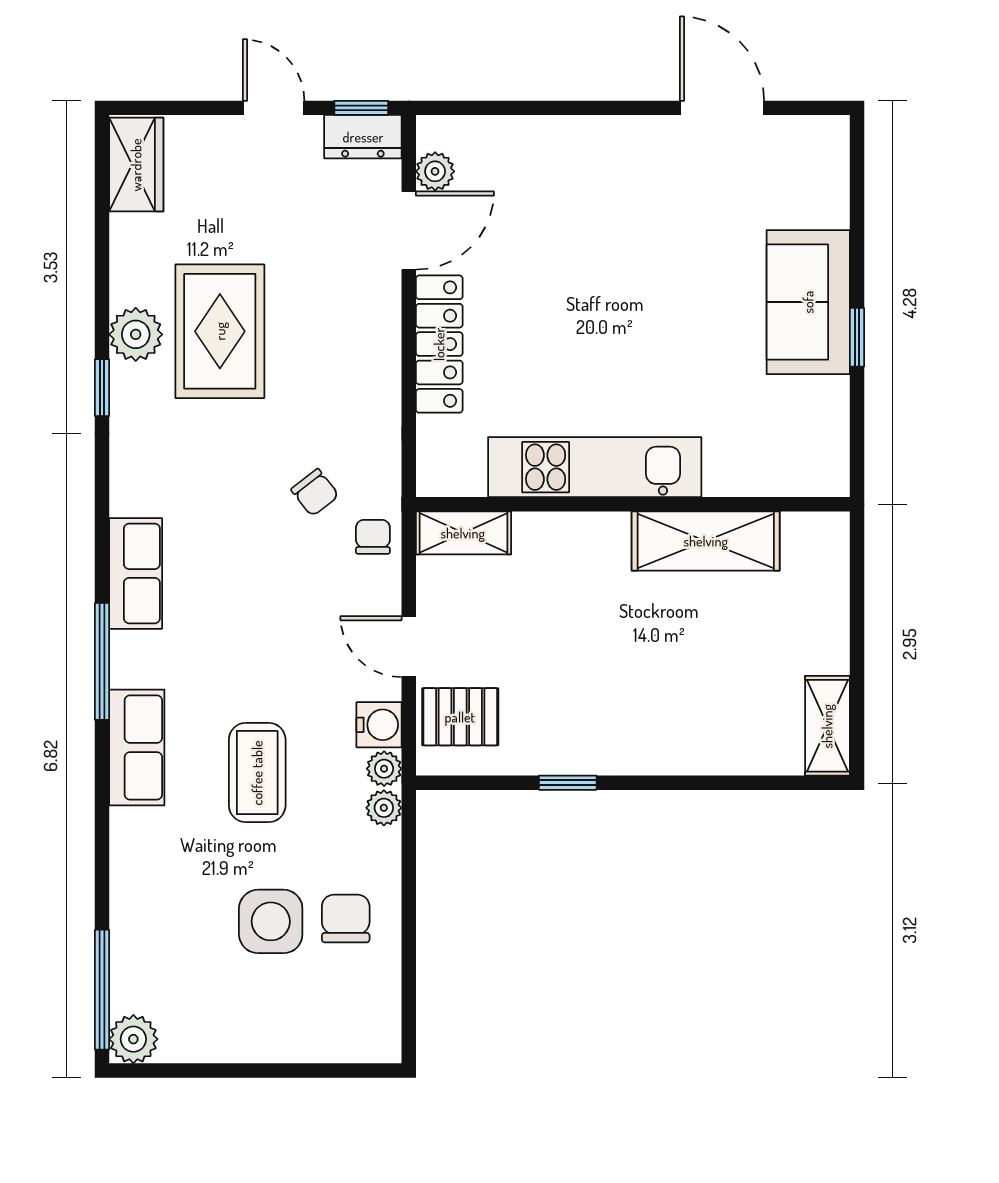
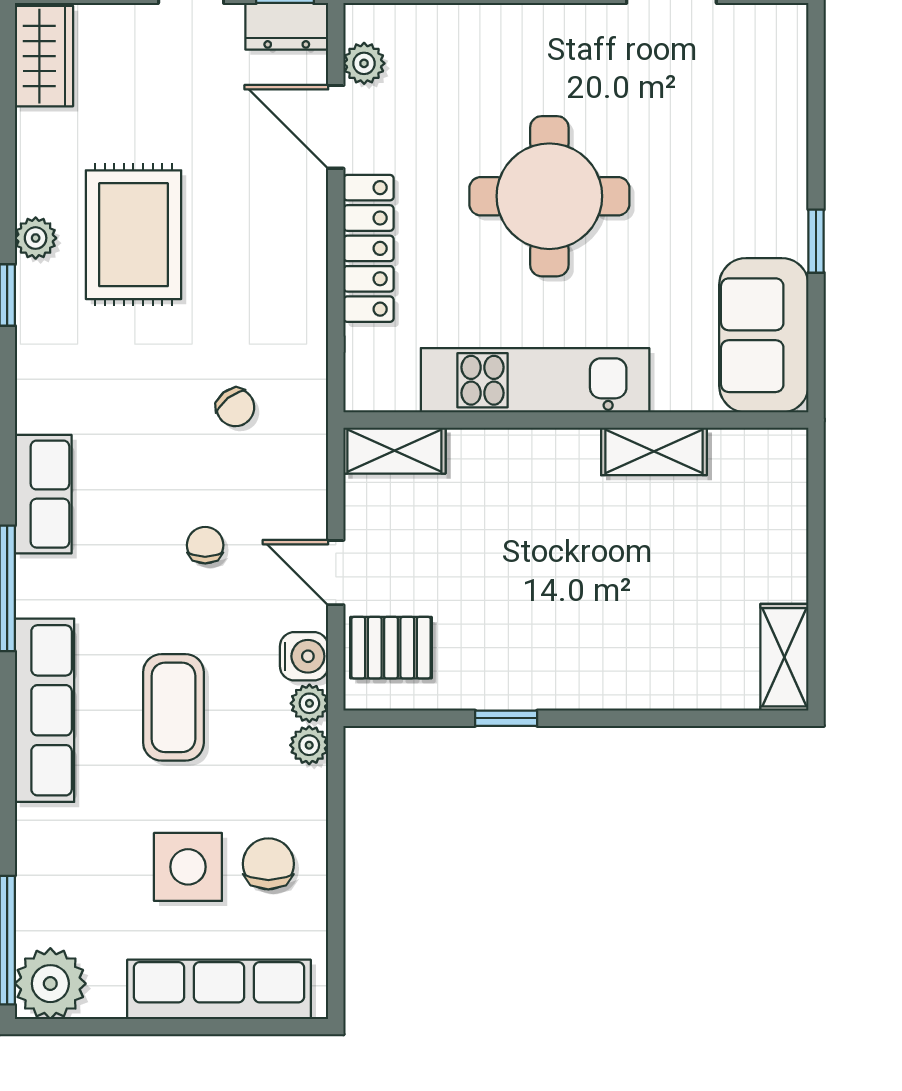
door: (409, 231) -> (336, 127), swing flipped
round table: (608, 295) -> (549, 196), added
sofa: (808, 302) -> (764, 335), moved
plant: (136, 334) -> (36, 238), width x0.73, depth x0.73
chair: (373, 537) -> (205, 545), moved
shelving: (706, 541) -> (654, 451), width x0.67, depth x0.75
row of seats: (137, 748) -> (44, 710), width x1.48
row of seats: (300, 1036) -> (219, 989), added
plant: (133, 1039) -> (50, 984), width x1.36, depth x1.36

